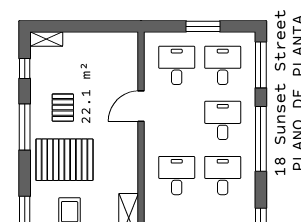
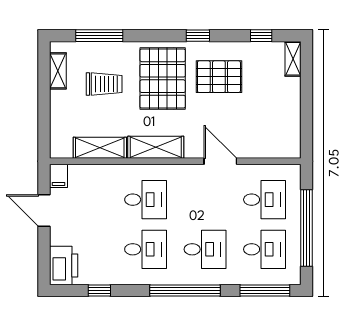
window: (203, 26) -> (307, 228), width x2.11
pallet: (63, 108) -> (219, 77), width x1.50, depth x1.42
window: (25, 127) -> (198, 36), width x0.46
shelving: (128, 166) -> (156, 147), added

